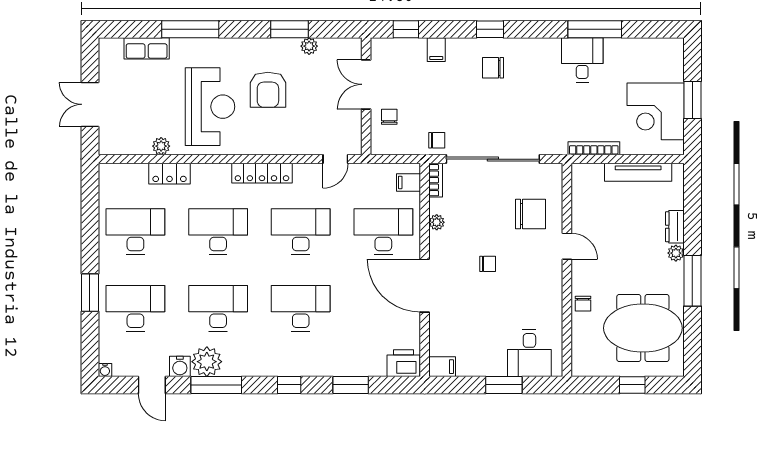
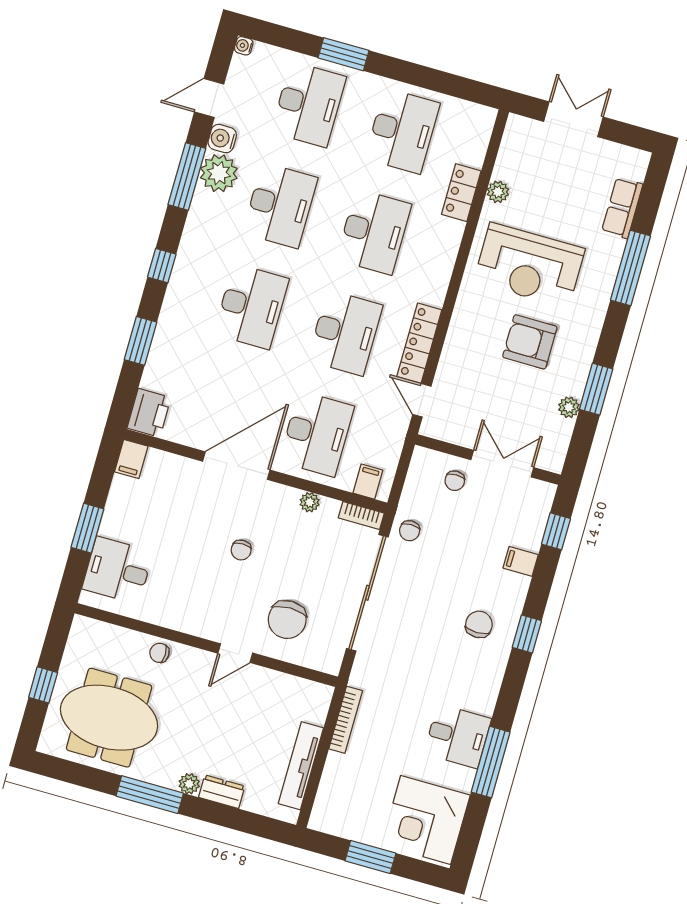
corner desk: (656, 111) -> (426, 820), moved, turned -90
chair: (389, 117) -> (455, 481), turned 90
locker: (262, 173) -> (419, 343), moved
meeting table: (643, 328) -> (109, 718), turned 90

